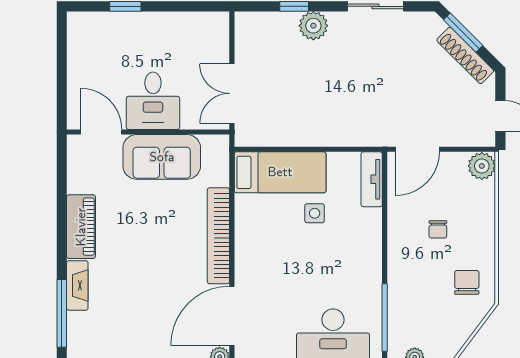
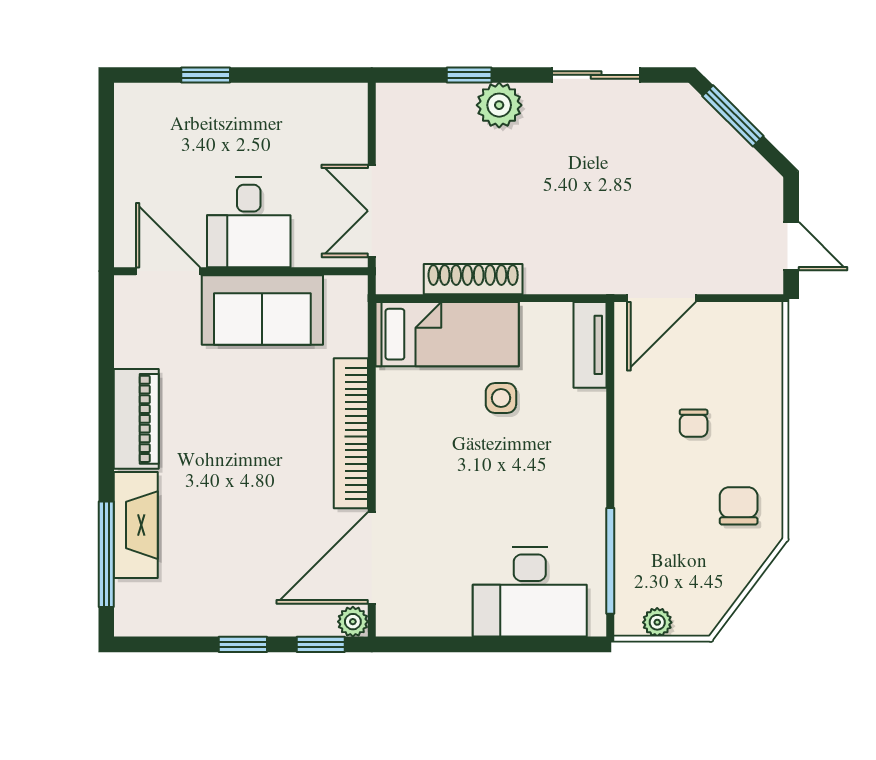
shoe rack: (465, 55) -> (473, 279), moved, turned 135
plant: (482, 166) -> (762, 324), removed
fireplace: (77, 285) -> (136, 525), width x1.37, depth x1.32

